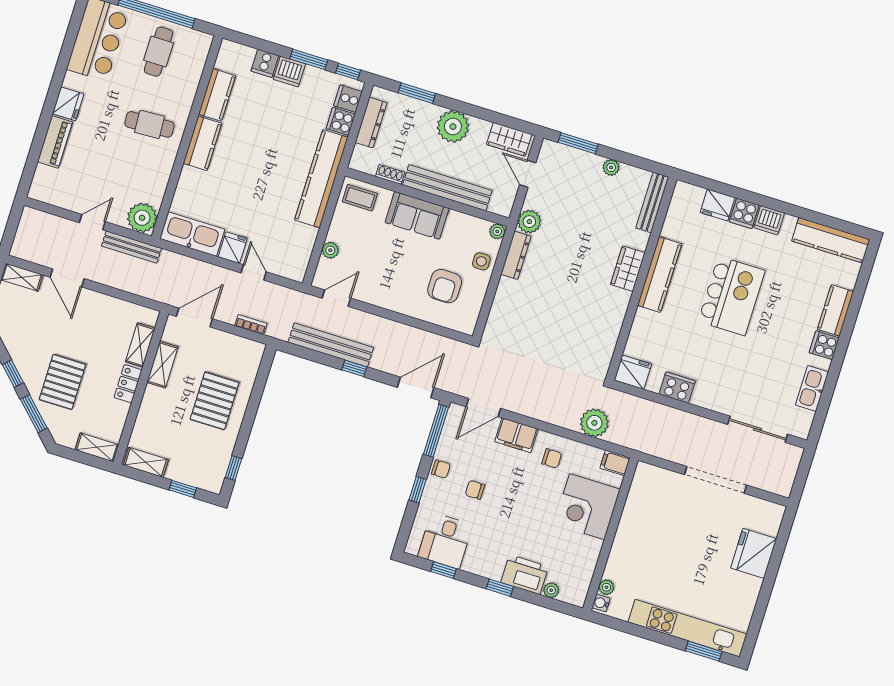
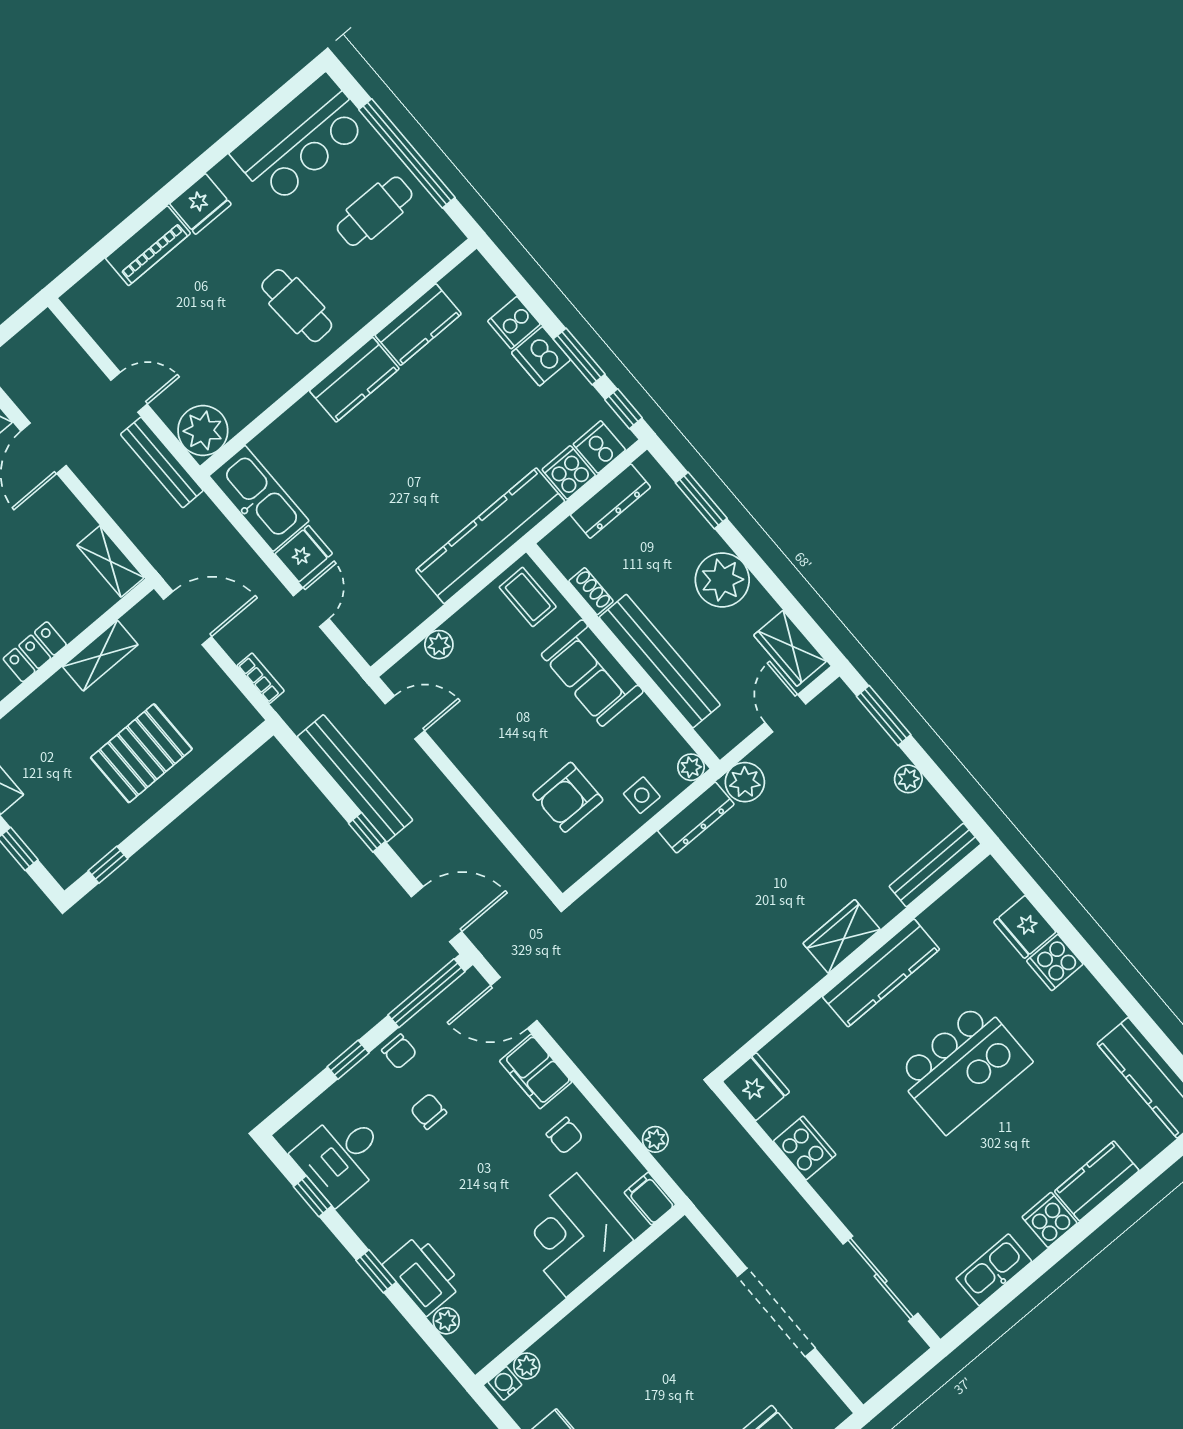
dishwasher: (769, 220) -> (1084, 995), removed
shelving: (140, 345) -> (110, 561), moved, turned 90
plant: (594, 423) -> (655, 1139), width x0.53, depth x0.53

